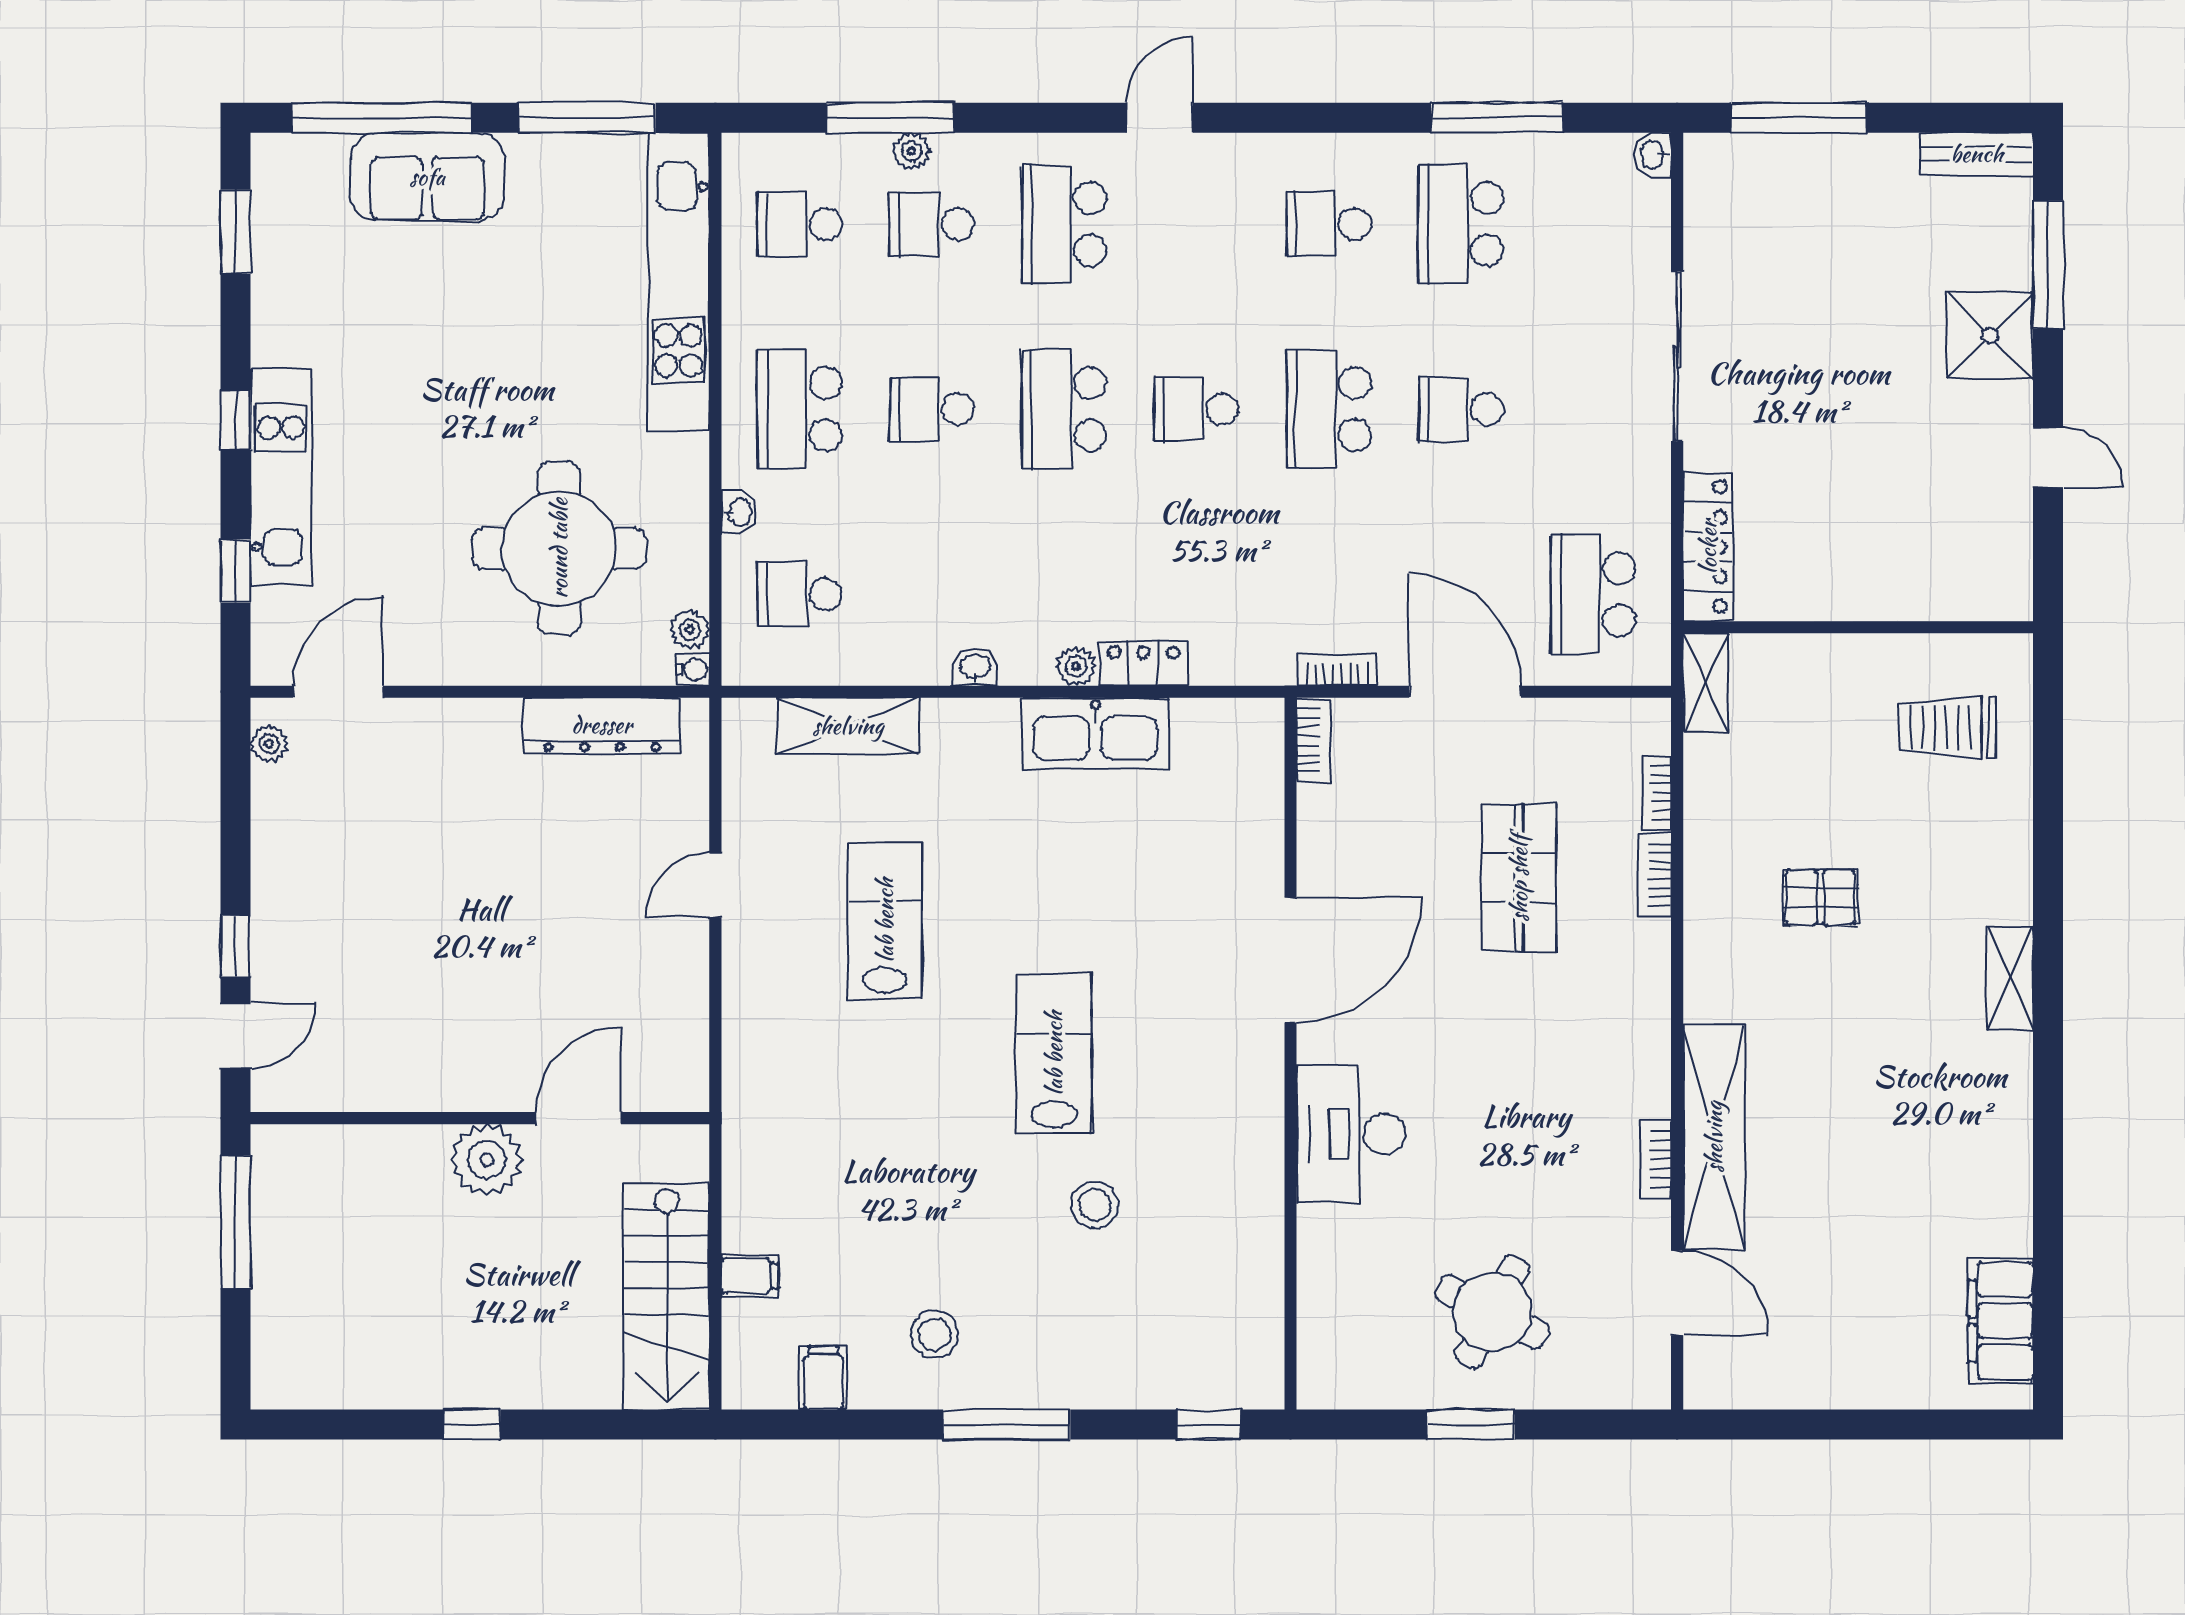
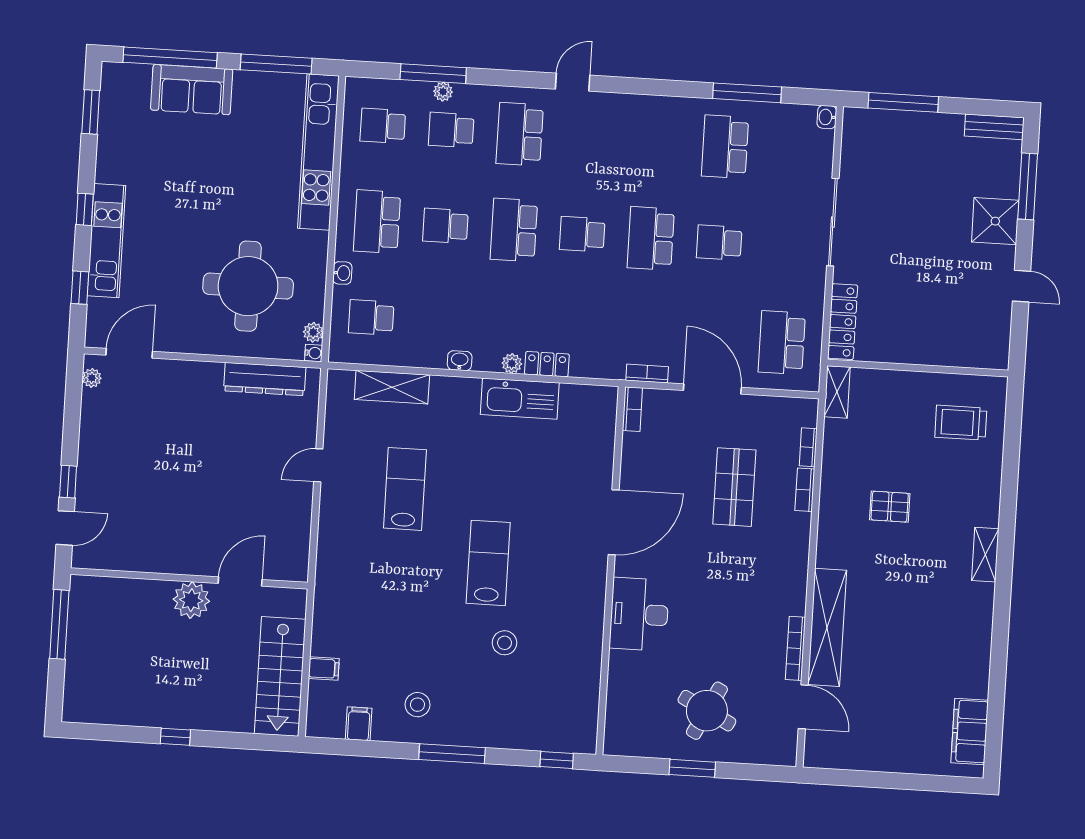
school desk: (1329, 224) -> (657, 143), removed
bookcase: (1656, 1159) -> (795, 648), width x1.56

